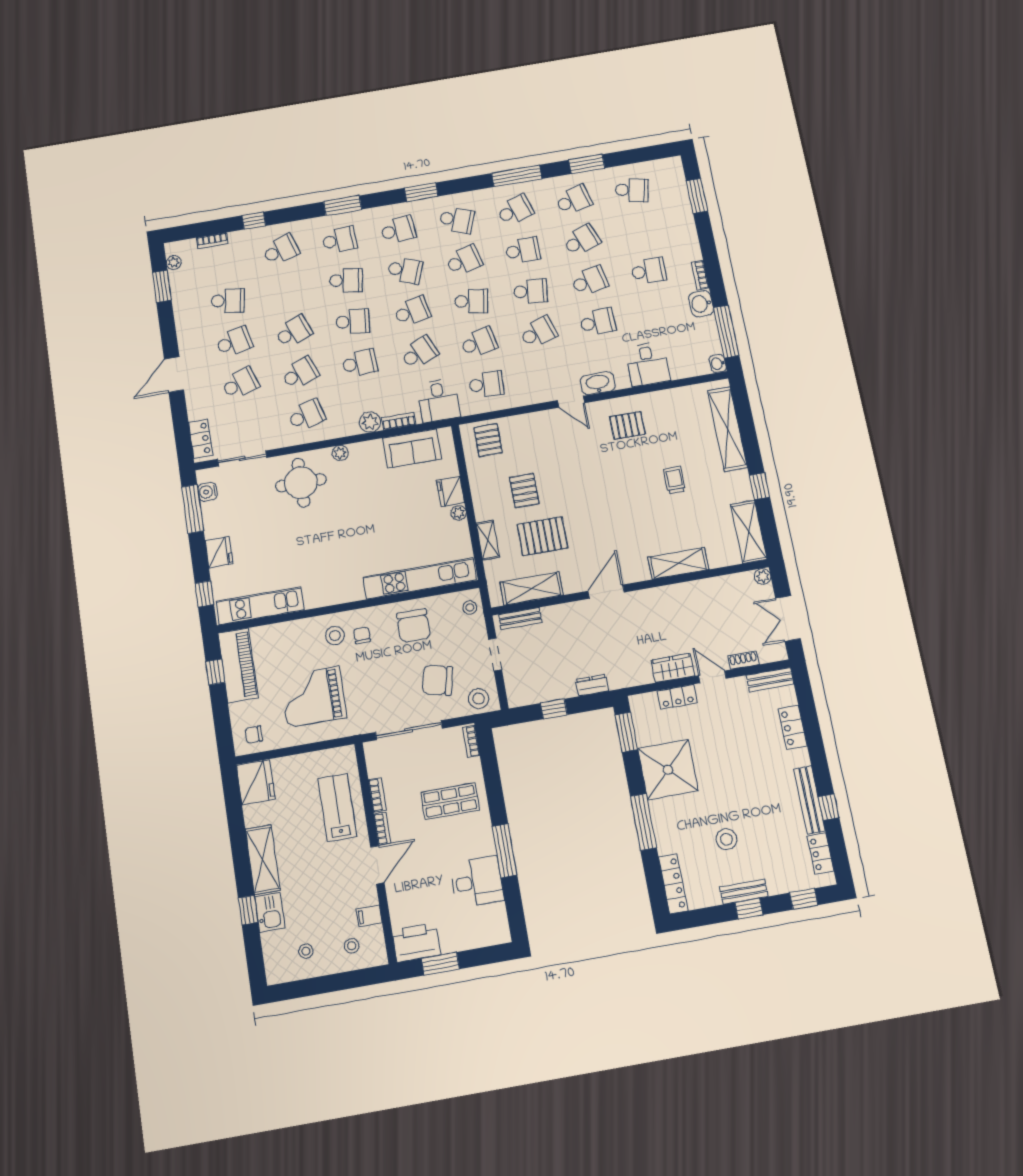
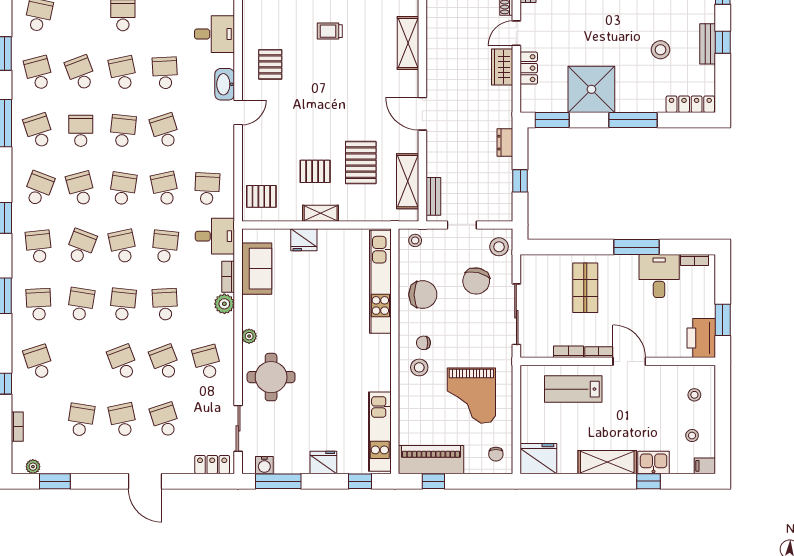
school desk: (419, 353) -> (165, 247), turned 30
plant: (459, 513) -> (325, 236), removed
shelving: (488, 540) -> (321, 213), moved
bookcase: (471, 741) -> (694, 260), moved
filing cabinet: (369, 916) -> (705, 466), moved, turned 90

